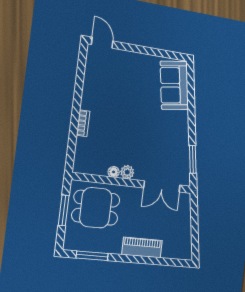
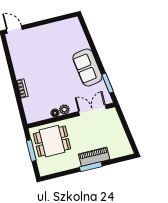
sofa: (174, 85) -> (87, 68), moved
double door: (162, 186) -> (92, 110), swing flipped
window: (92, 256) -> (91, 167), moved

